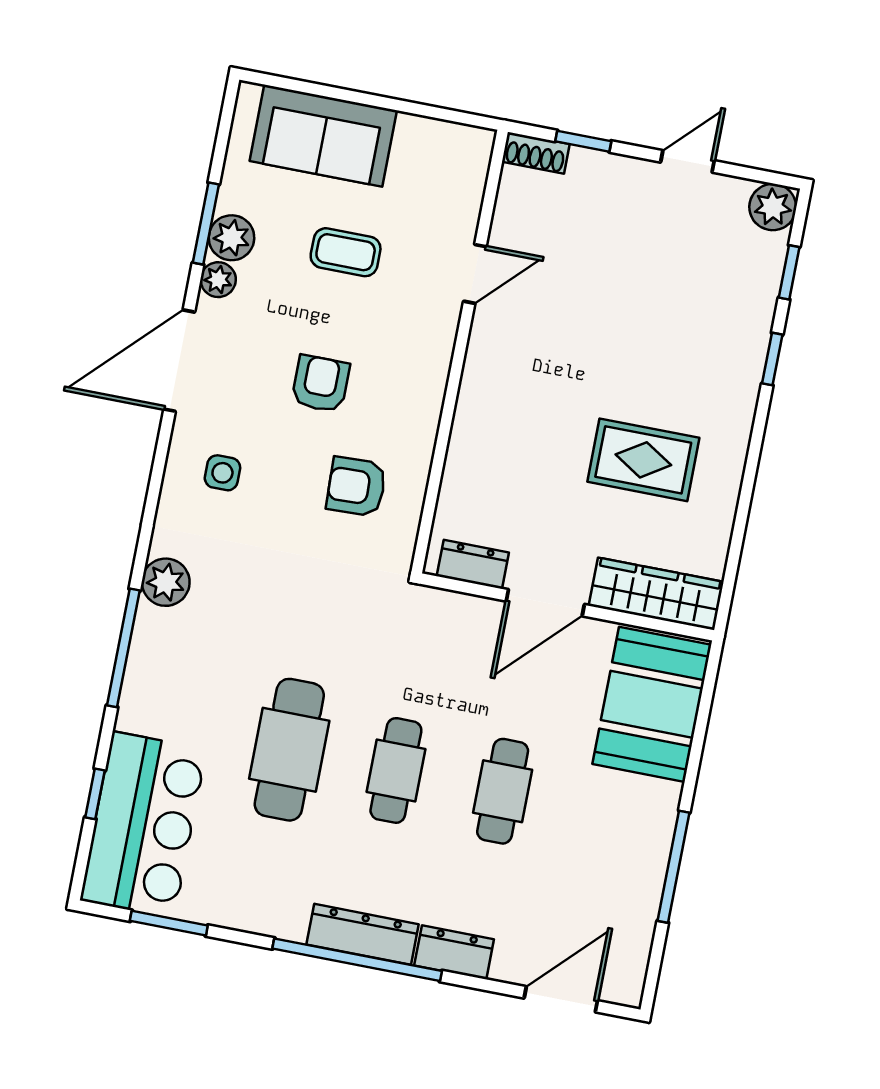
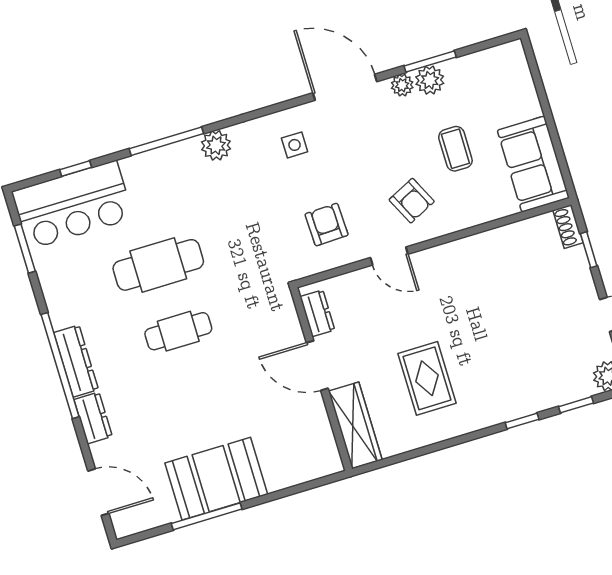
sofa: (323, 136) -> (533, 164), moved
door: (475, 274) -> (389, 256), moved
armchair: (321, 384) -> (412, 201), moved, turned 64
booth: (652, 704) -> (216, 479), moved
cafe table: (503, 791) -> (198, 397), removed

